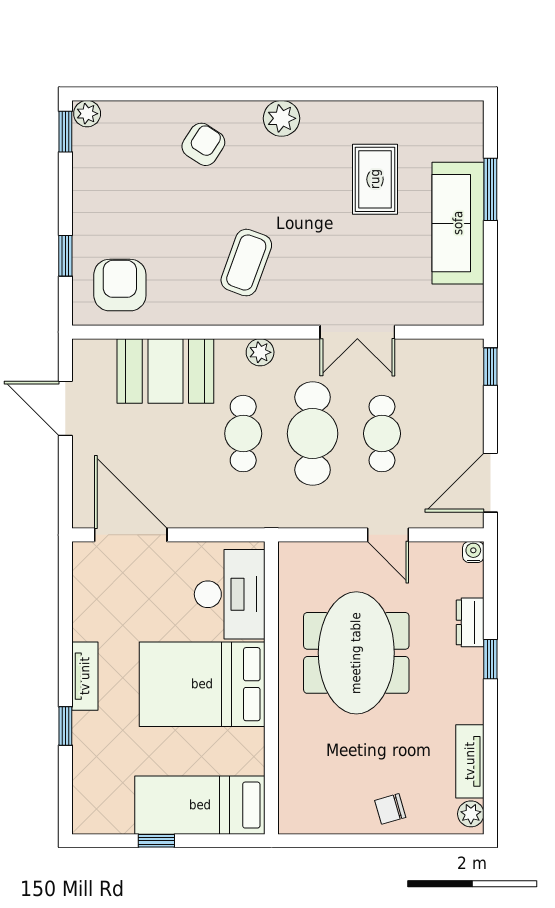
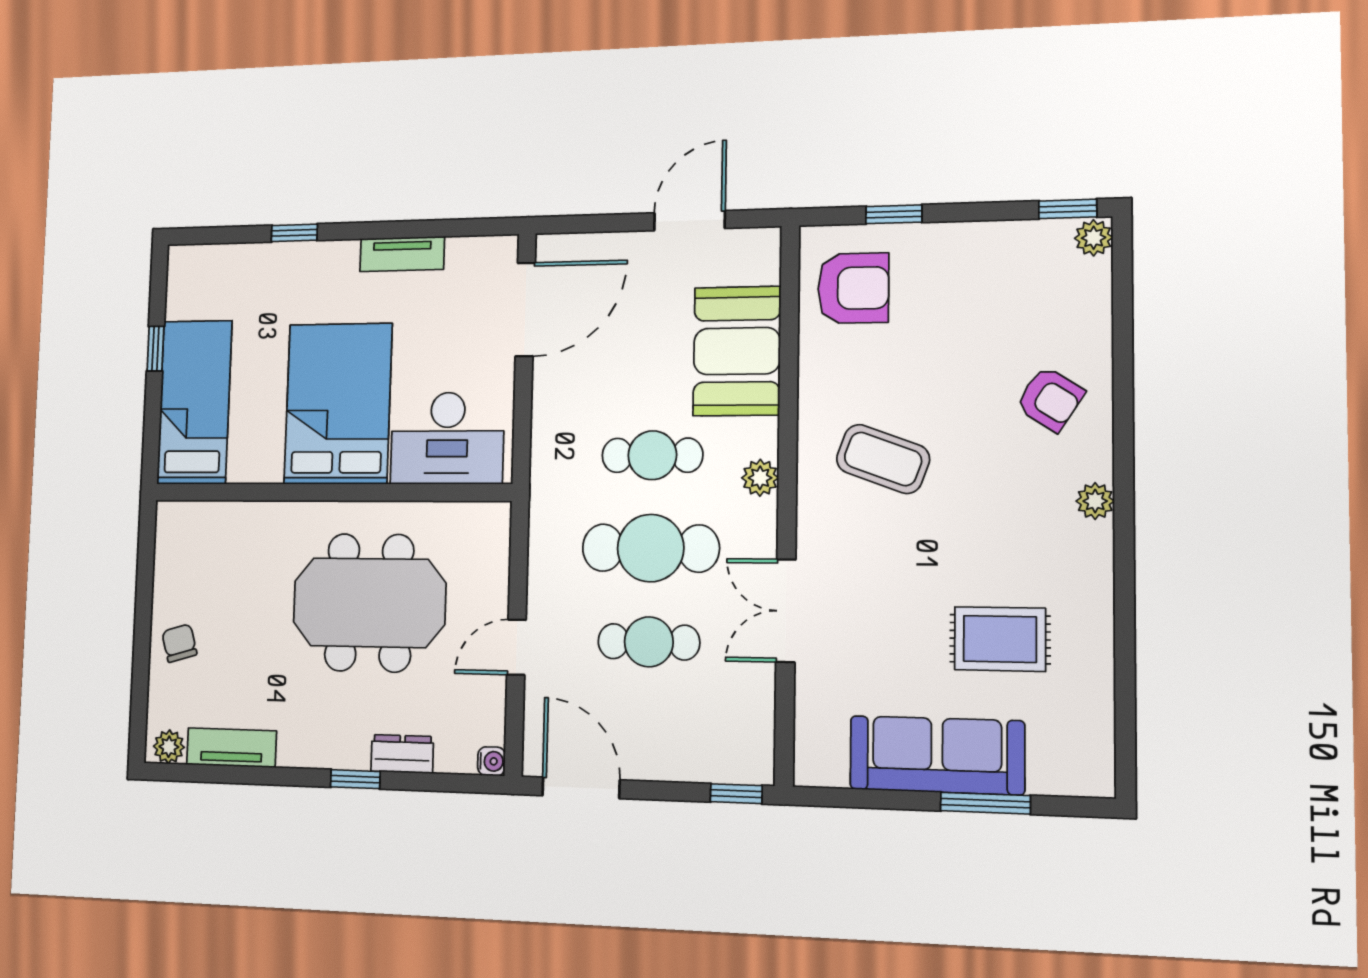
plant: (281, 118) -> (1095, 501), width x0.73, depth x0.73
tv unit: (85, 676) -> (402, 254), moved

